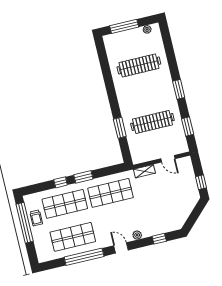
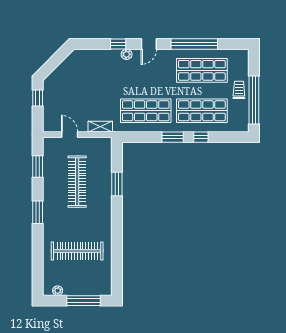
clothes rail: (152, 122) -> (77, 182), turned 90
trolley: (36, 218) -> (239, 90), moved
window: (159, 239) -> (118, 44), moved
door: (121, 248) -> (149, 44), hinge flipped

